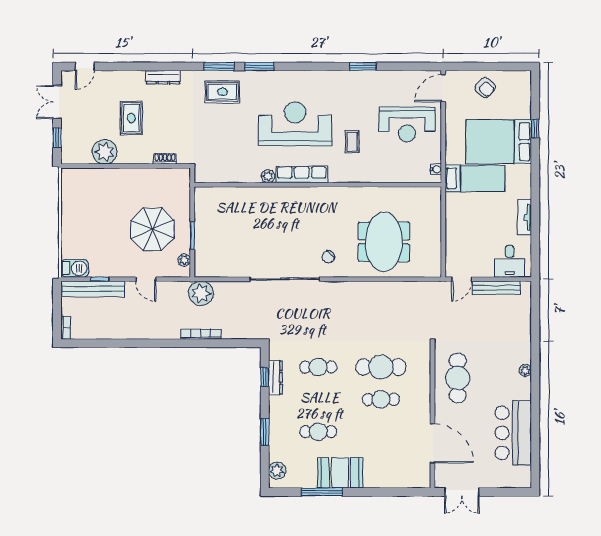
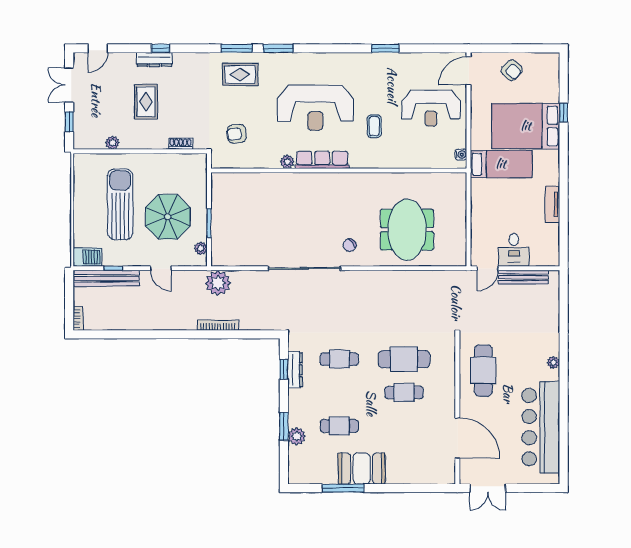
window: (146, 66) -> (161, 48), added
dresser: (163, 77) -> (154, 59), moved
reception desk: (295, 124) -> (315, 108), turned 180
armchair: (219, 149) -> (237, 134), added
plant: (105, 152) -> (112, 143), width x0.53, depth x0.53
sun lounger: (106, 217) -> (120, 204), added
desk: (510, 261) -> (514, 250), moved
bar counter: (513, 433) -> (541, 427), width x1.36
plant: (277, 471) -> (297, 436), moved

